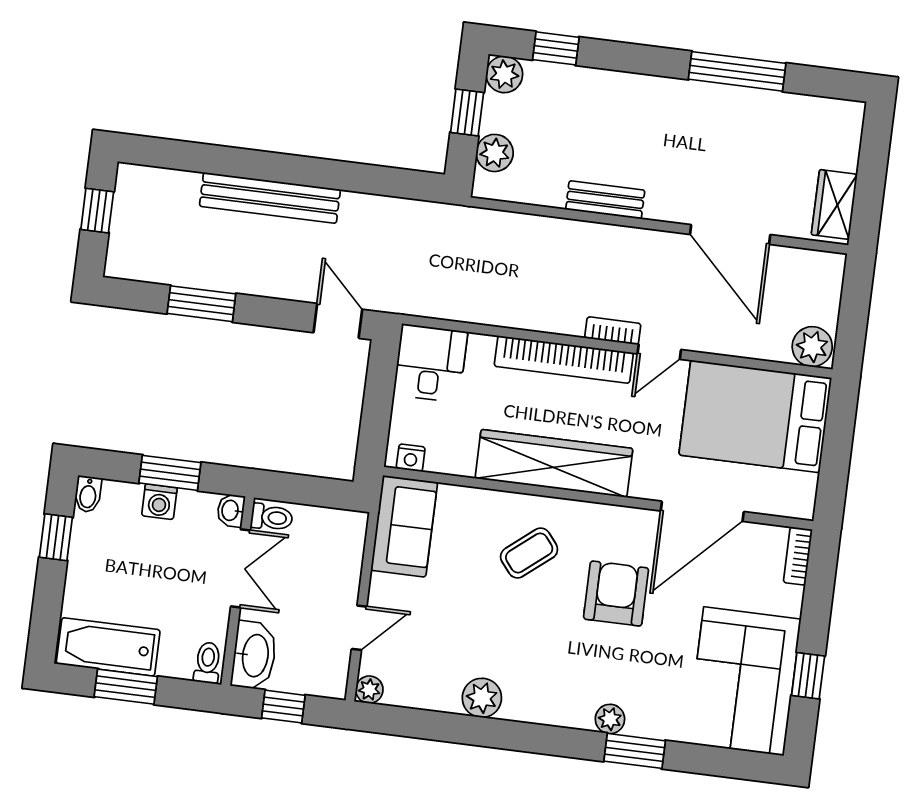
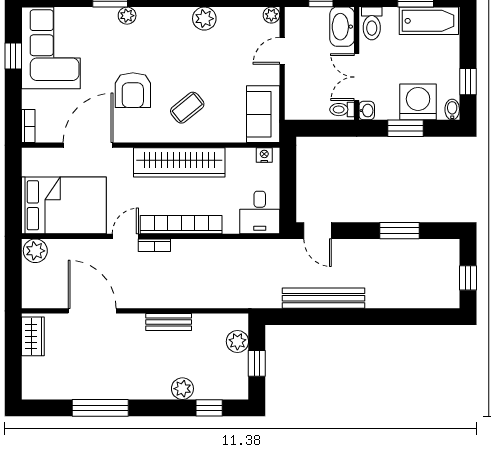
plant: (504, 74) -> (182, 389), moved
bench: (270, 198) -> (324, 298), moved
washing machine: (159, 502) -> (418, 102), width x1.89, depth x1.89
toilet: (208, 663) -> (372, 23), width x1.37, depth x1.39

